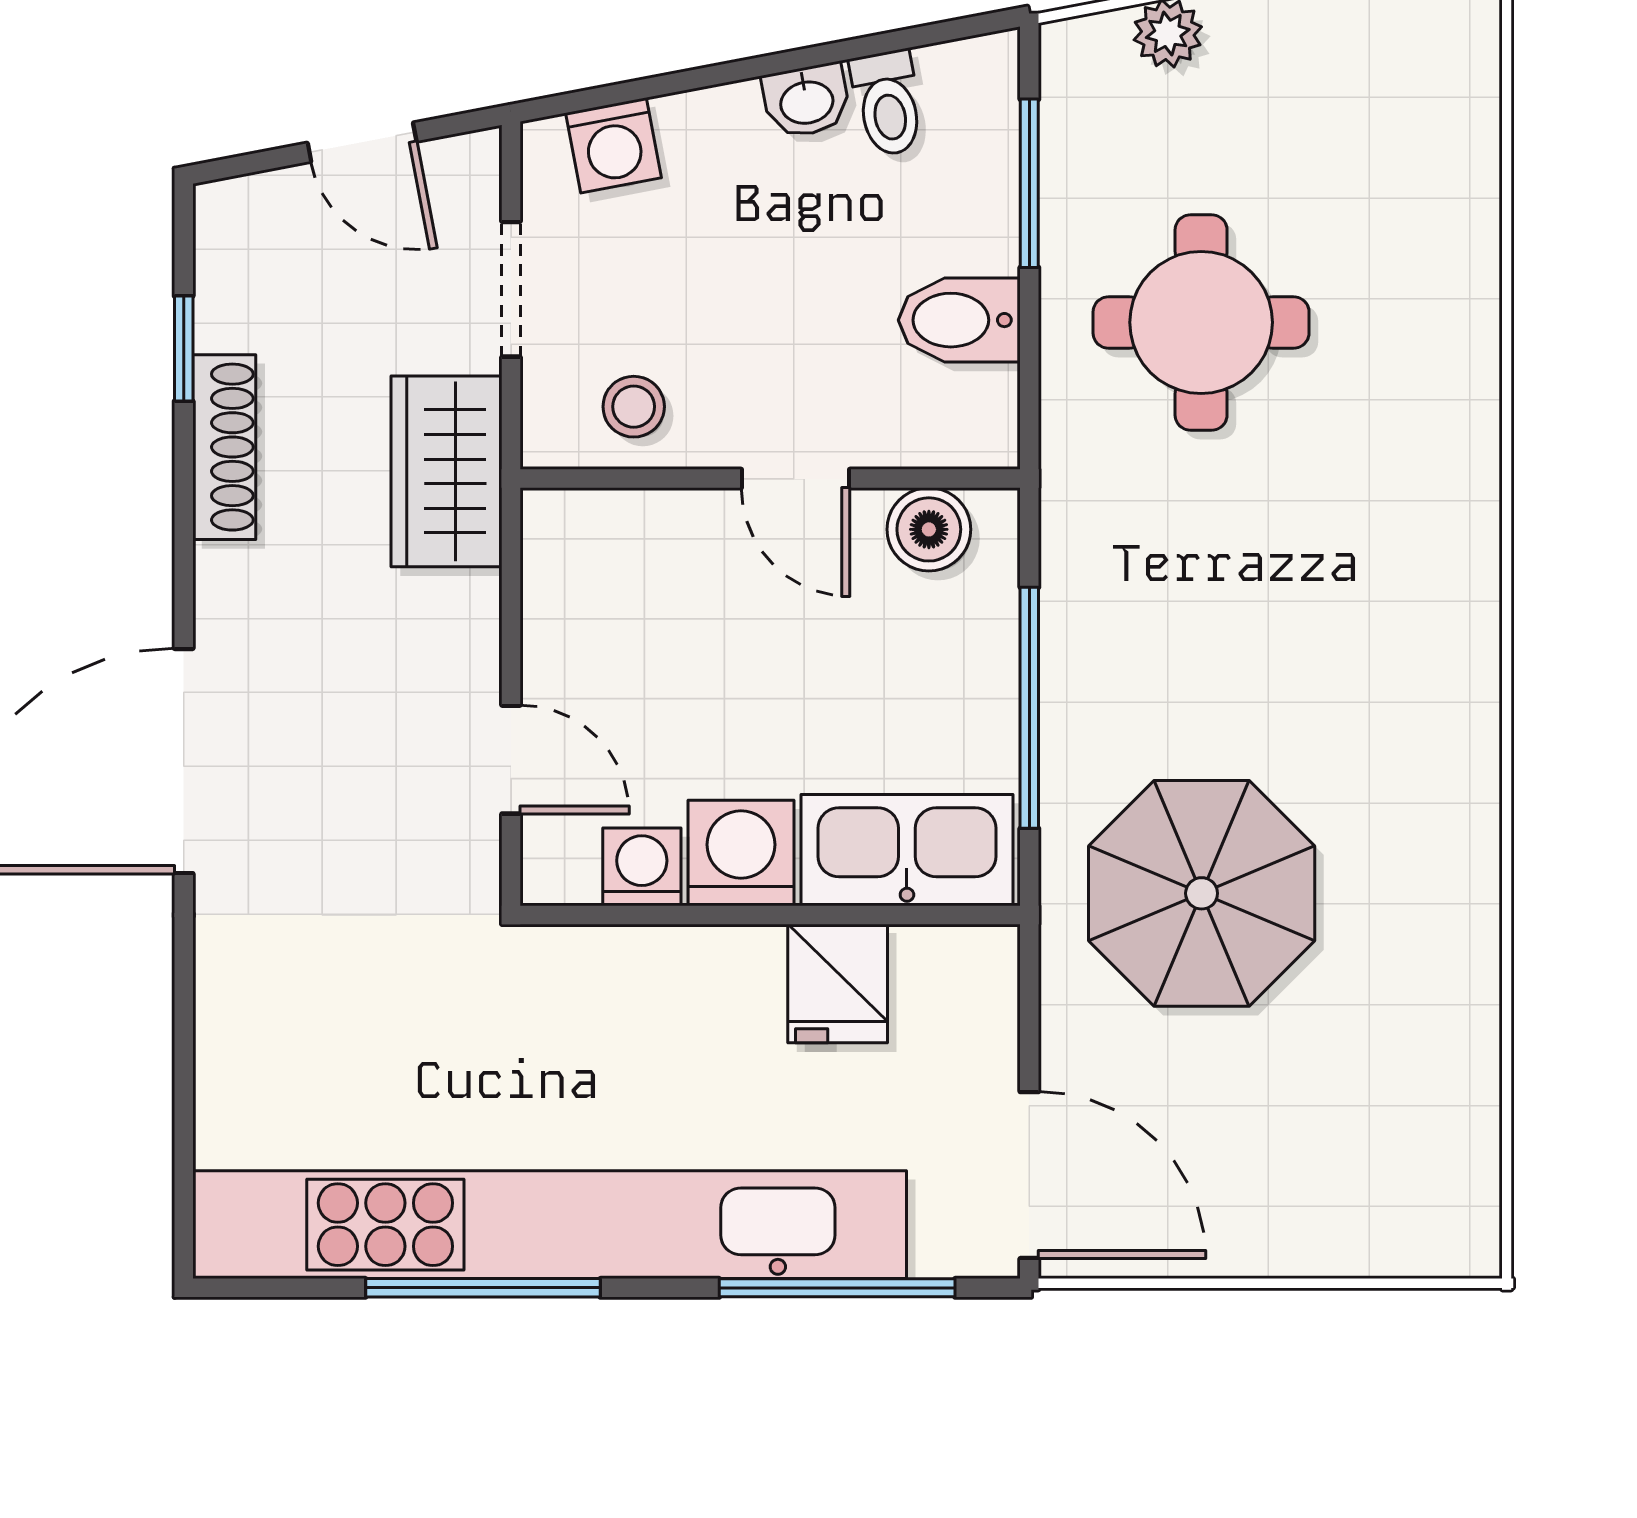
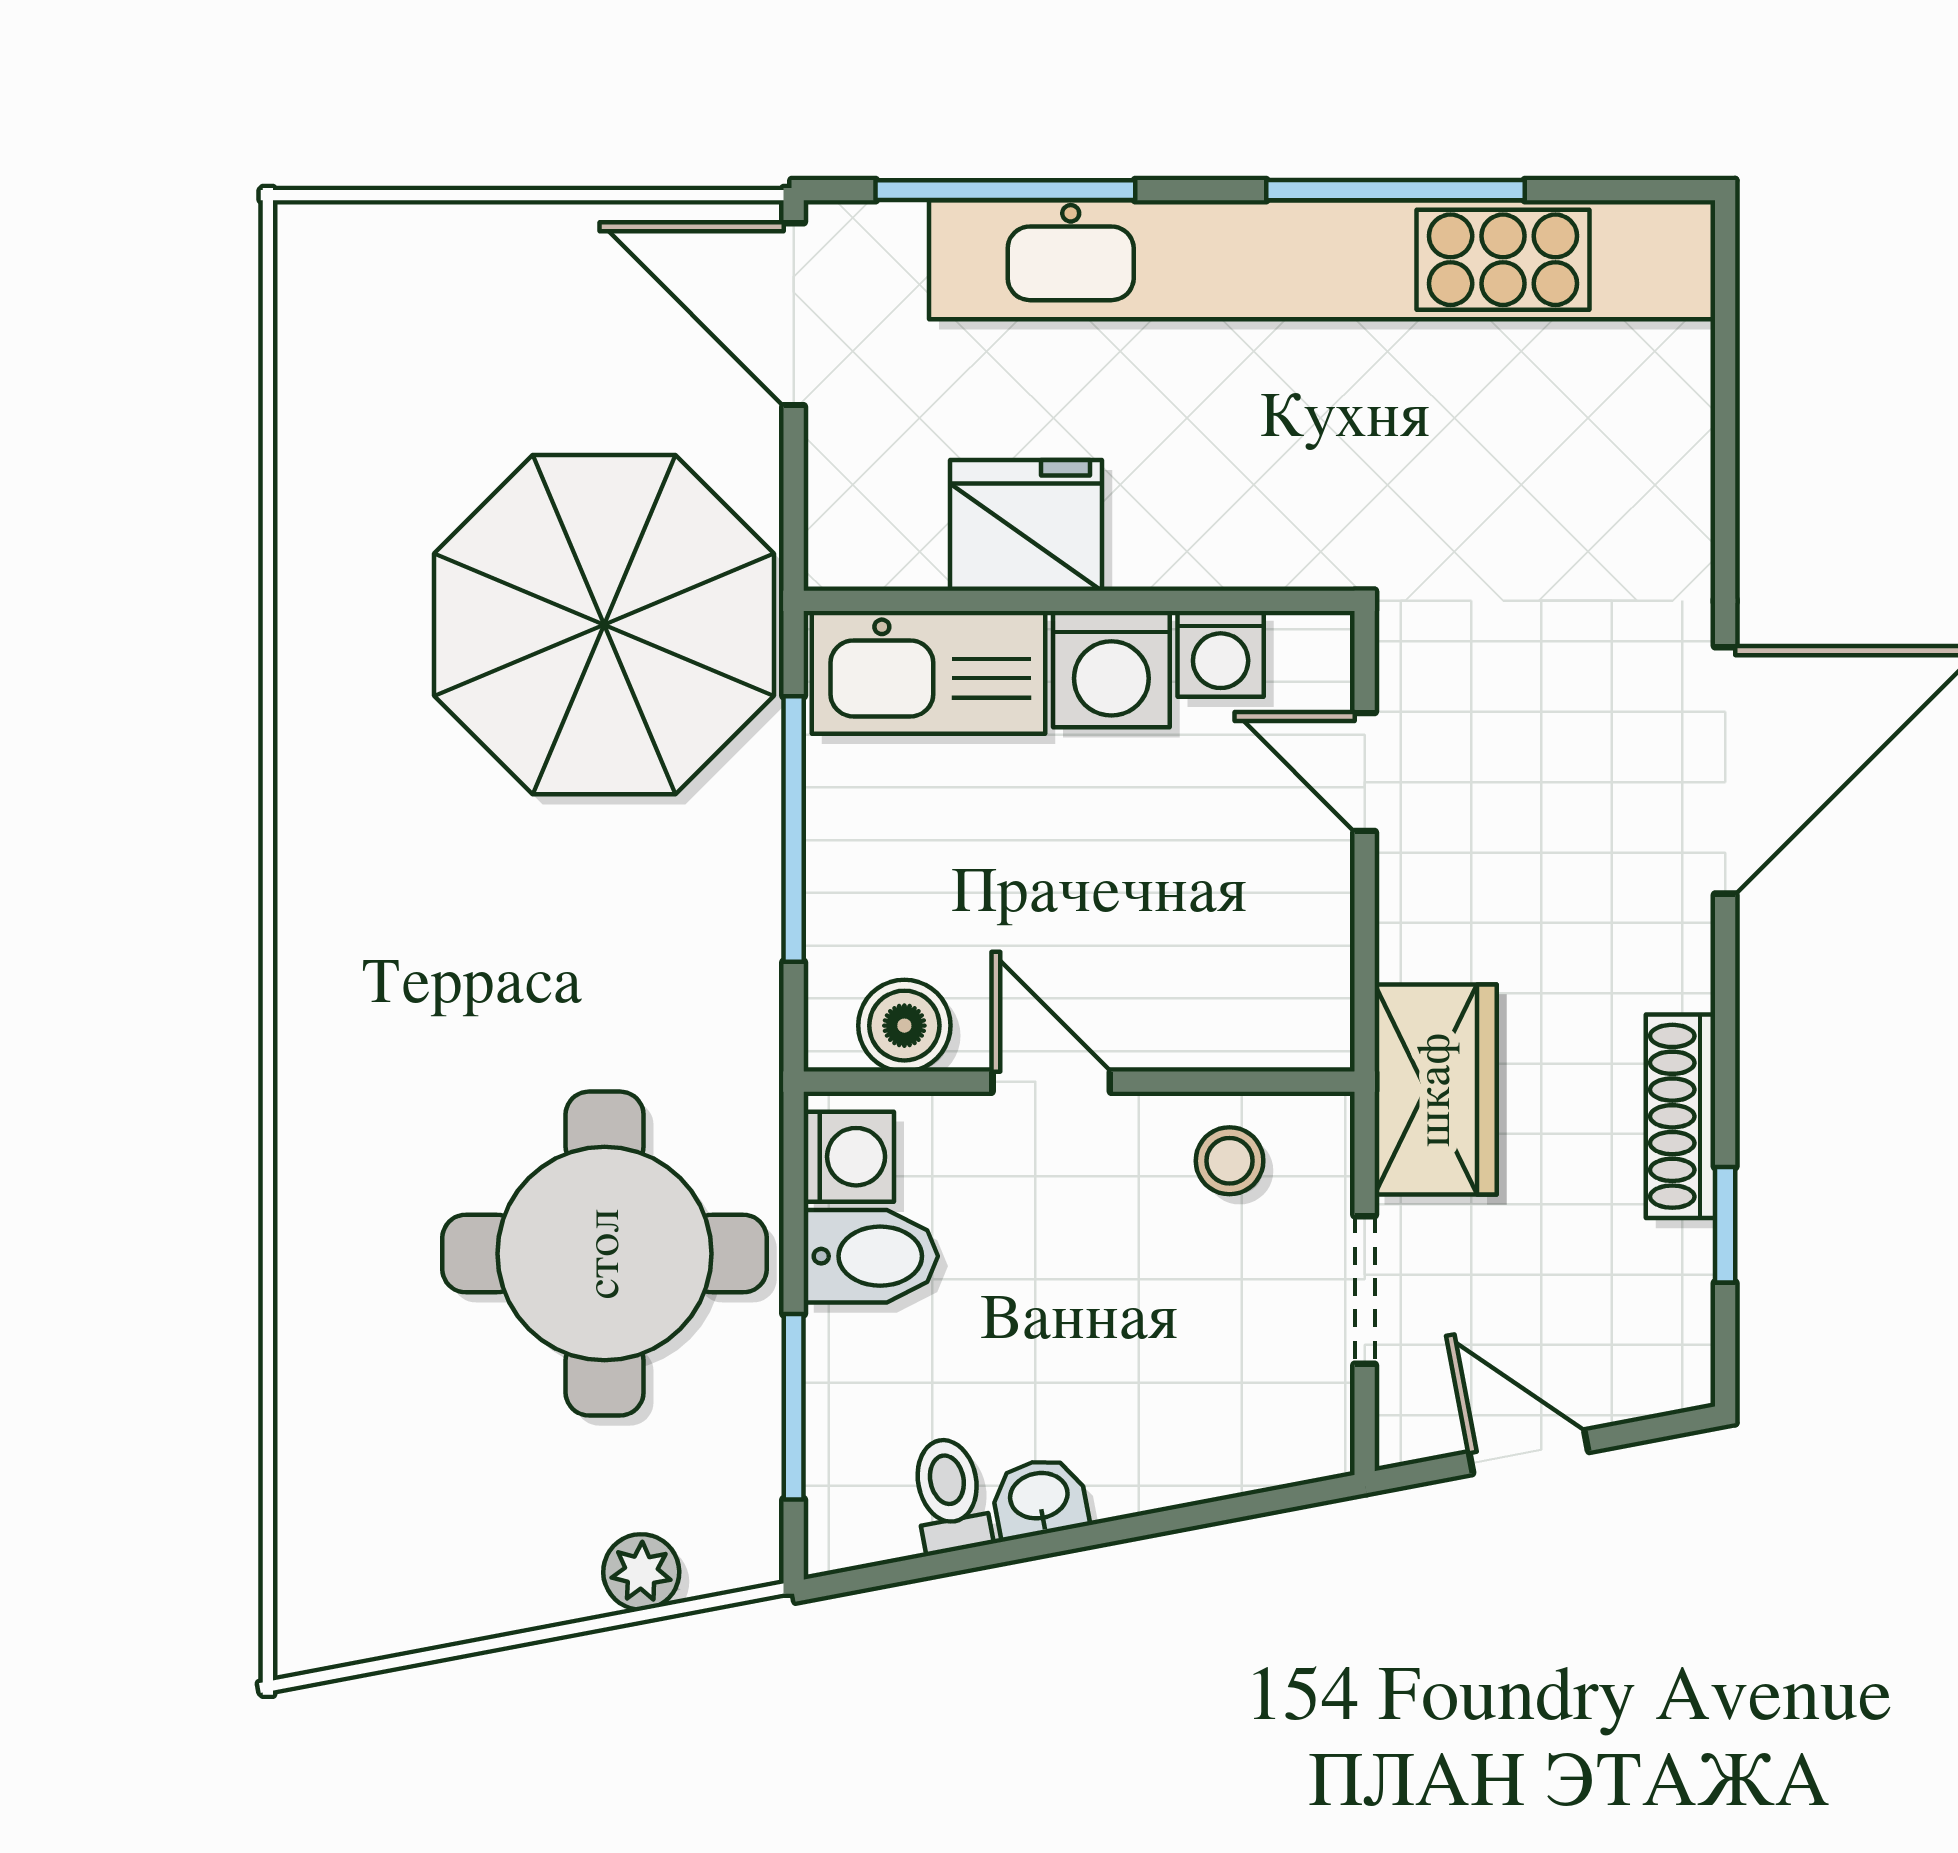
washing machine: (613, 145) -> (849, 1157), moved, turned 101
round table: (1201, 322) -> (605, 1254), width x1.36, depth x1.36
parasol: (1202, 893) -> (604, 625), width x1.36, depth x1.36
fridge: (838, 983) -> (1026, 525), width x1.38

